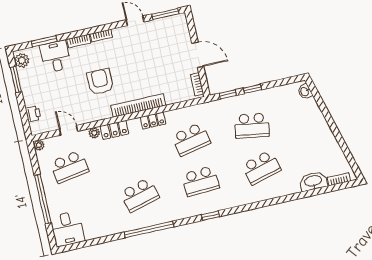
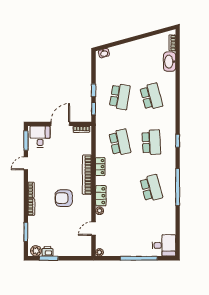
desk: (56, 56) -> (40, 137), moved, turned 90
printer: (33, 114) -> (47, 251), moved
school desk: (69, 167) -> (120, 234), removed

